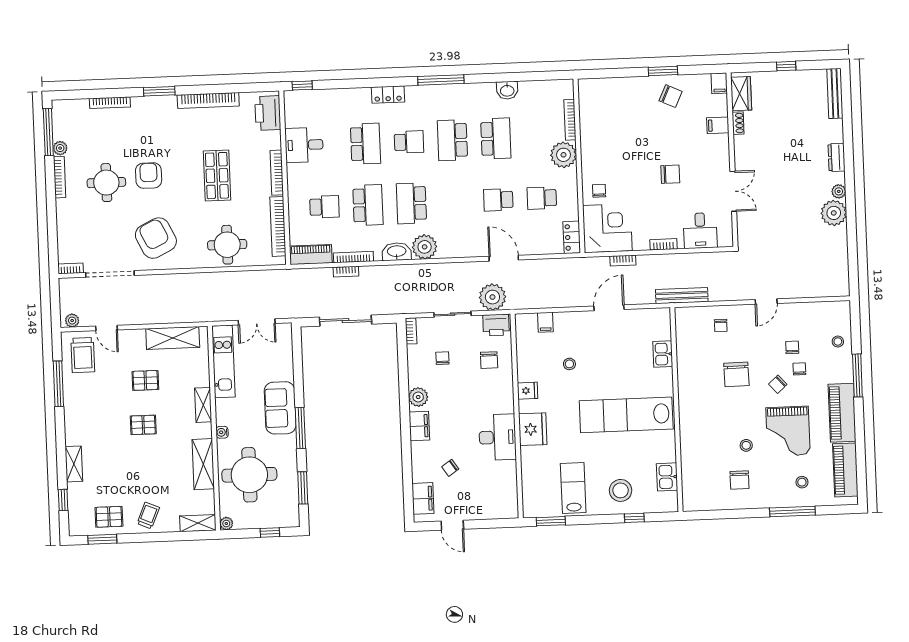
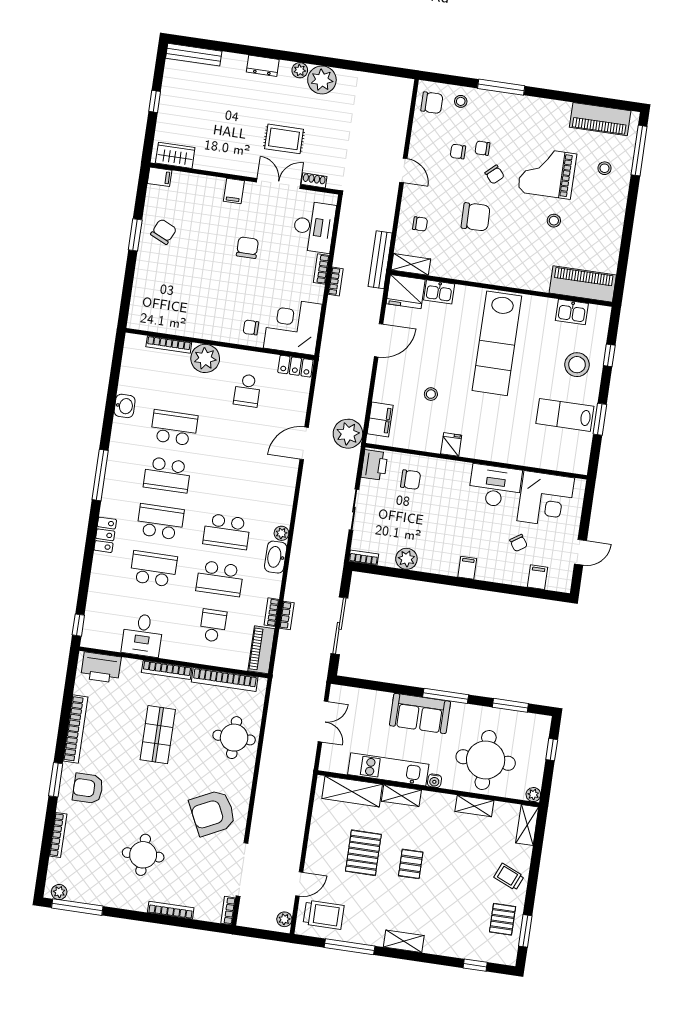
shoe rack: (738, 123) -> (314, 180), moved
filing cabinet: (718, 125) -> (234, 191), moved
school desk: (409, 142) -> (160, 522), width x1.85
plant: (60, 148) -> (59, 892), moved
armchair: (149, 176) -> (88, 788), moved
shop shelf: (217, 176) -> (158, 735), turned 90
bookcase: (60, 177) -> (171, 910), moved
rug: (774, 189) -> (284, 139), added
school desk: (498, 200) -> (240, 437), removed
school desk: (368, 205) -> (220, 579), turned 180
desk: (700, 231) -> (314, 227), width x1.37
plant: (425, 247) -> (281, 533), width x0.53, depth x0.53
bookcase: (353, 257) -> (272, 612), width x0.64
bookcase: (623, 260) -> (336, 281), moved
plant: (492, 297) -> (348, 434), moved
door: (609, 308) -> (379, 340), swing flipped
filing cabinet: (545, 322) -> (380, 419), width x2.00
shelving: (683, 324) -> (411, 264), added
shelving: (173, 338) -> (352, 791), moved, turned 90
chair: (442, 358) -> (399, 529), removed
kitchen unit: (223, 361) -> (388, 769), moved
pallet: (145, 380) -> (363, 853), width x1.50, depth x1.42
plant: (418, 397) -> (406, 559), moved
piano: (842, 413) -> (583, 284), moved, turned 180
filing cabinet: (419, 426) -> (467, 568), width x0.50
fridge: (533, 429) -> (406, 292), moved, turned 180
grand piano: (788, 431) -> (547, 173), turned 180
shelving: (74, 464) -> (404, 941), moved
shelving: (203, 464) -> (474, 806), width x0.67, depth x0.75
chair: (739, 480) -> (432, 103), moved
corner desk: (494, 485) -> (546, 499), added
filing cabinet: (423, 498) -> (537, 577), width x0.50
window: (792, 512) -> (639, 151), moved
window: (551, 521) -> (600, 419), moved

